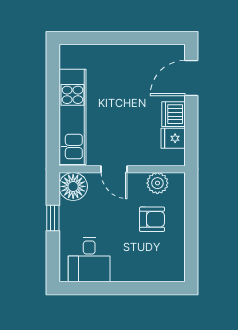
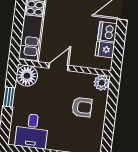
door: (114, 169) -> (59, 67), swing flipped
plant: (157, 183) -> (102, 83), moved

